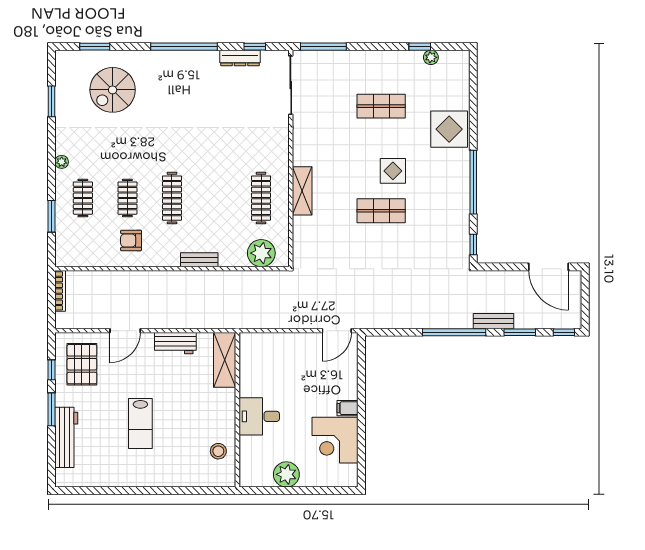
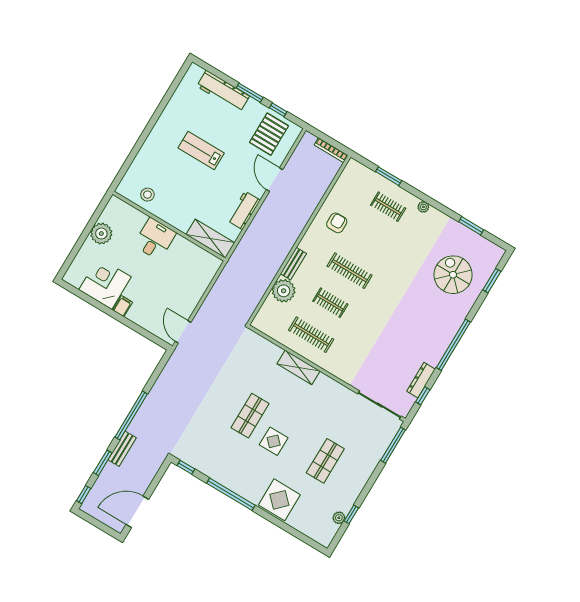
clothes rail: (127, 198) -> (330, 303), moved
plant: (261, 253) -> (284, 291), moved
pallet: (82, 364) -> (269, 134), turned 90

